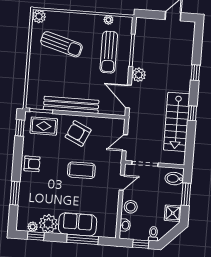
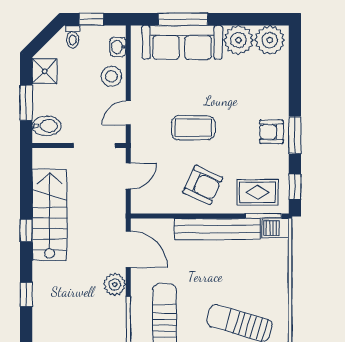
barbecue: (34, 103) -> (275, 228), added
window: (15, 193) -> (295, 135), moved
sofa: (78, 224) -> (182, 42), width x1.36
plant: (33, 227) -> (270, 40), width x1.88, depth x1.88
window: (36, 236) -> (257, 19), removed

